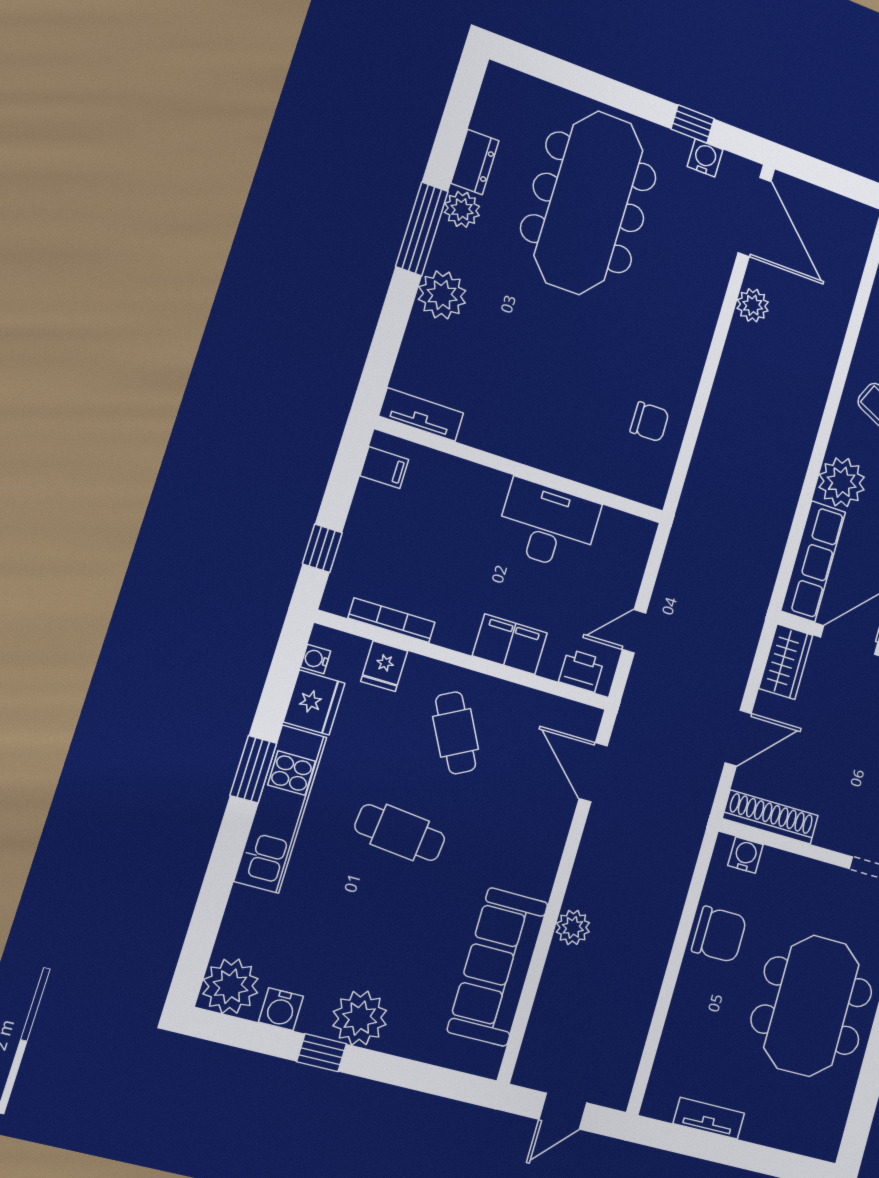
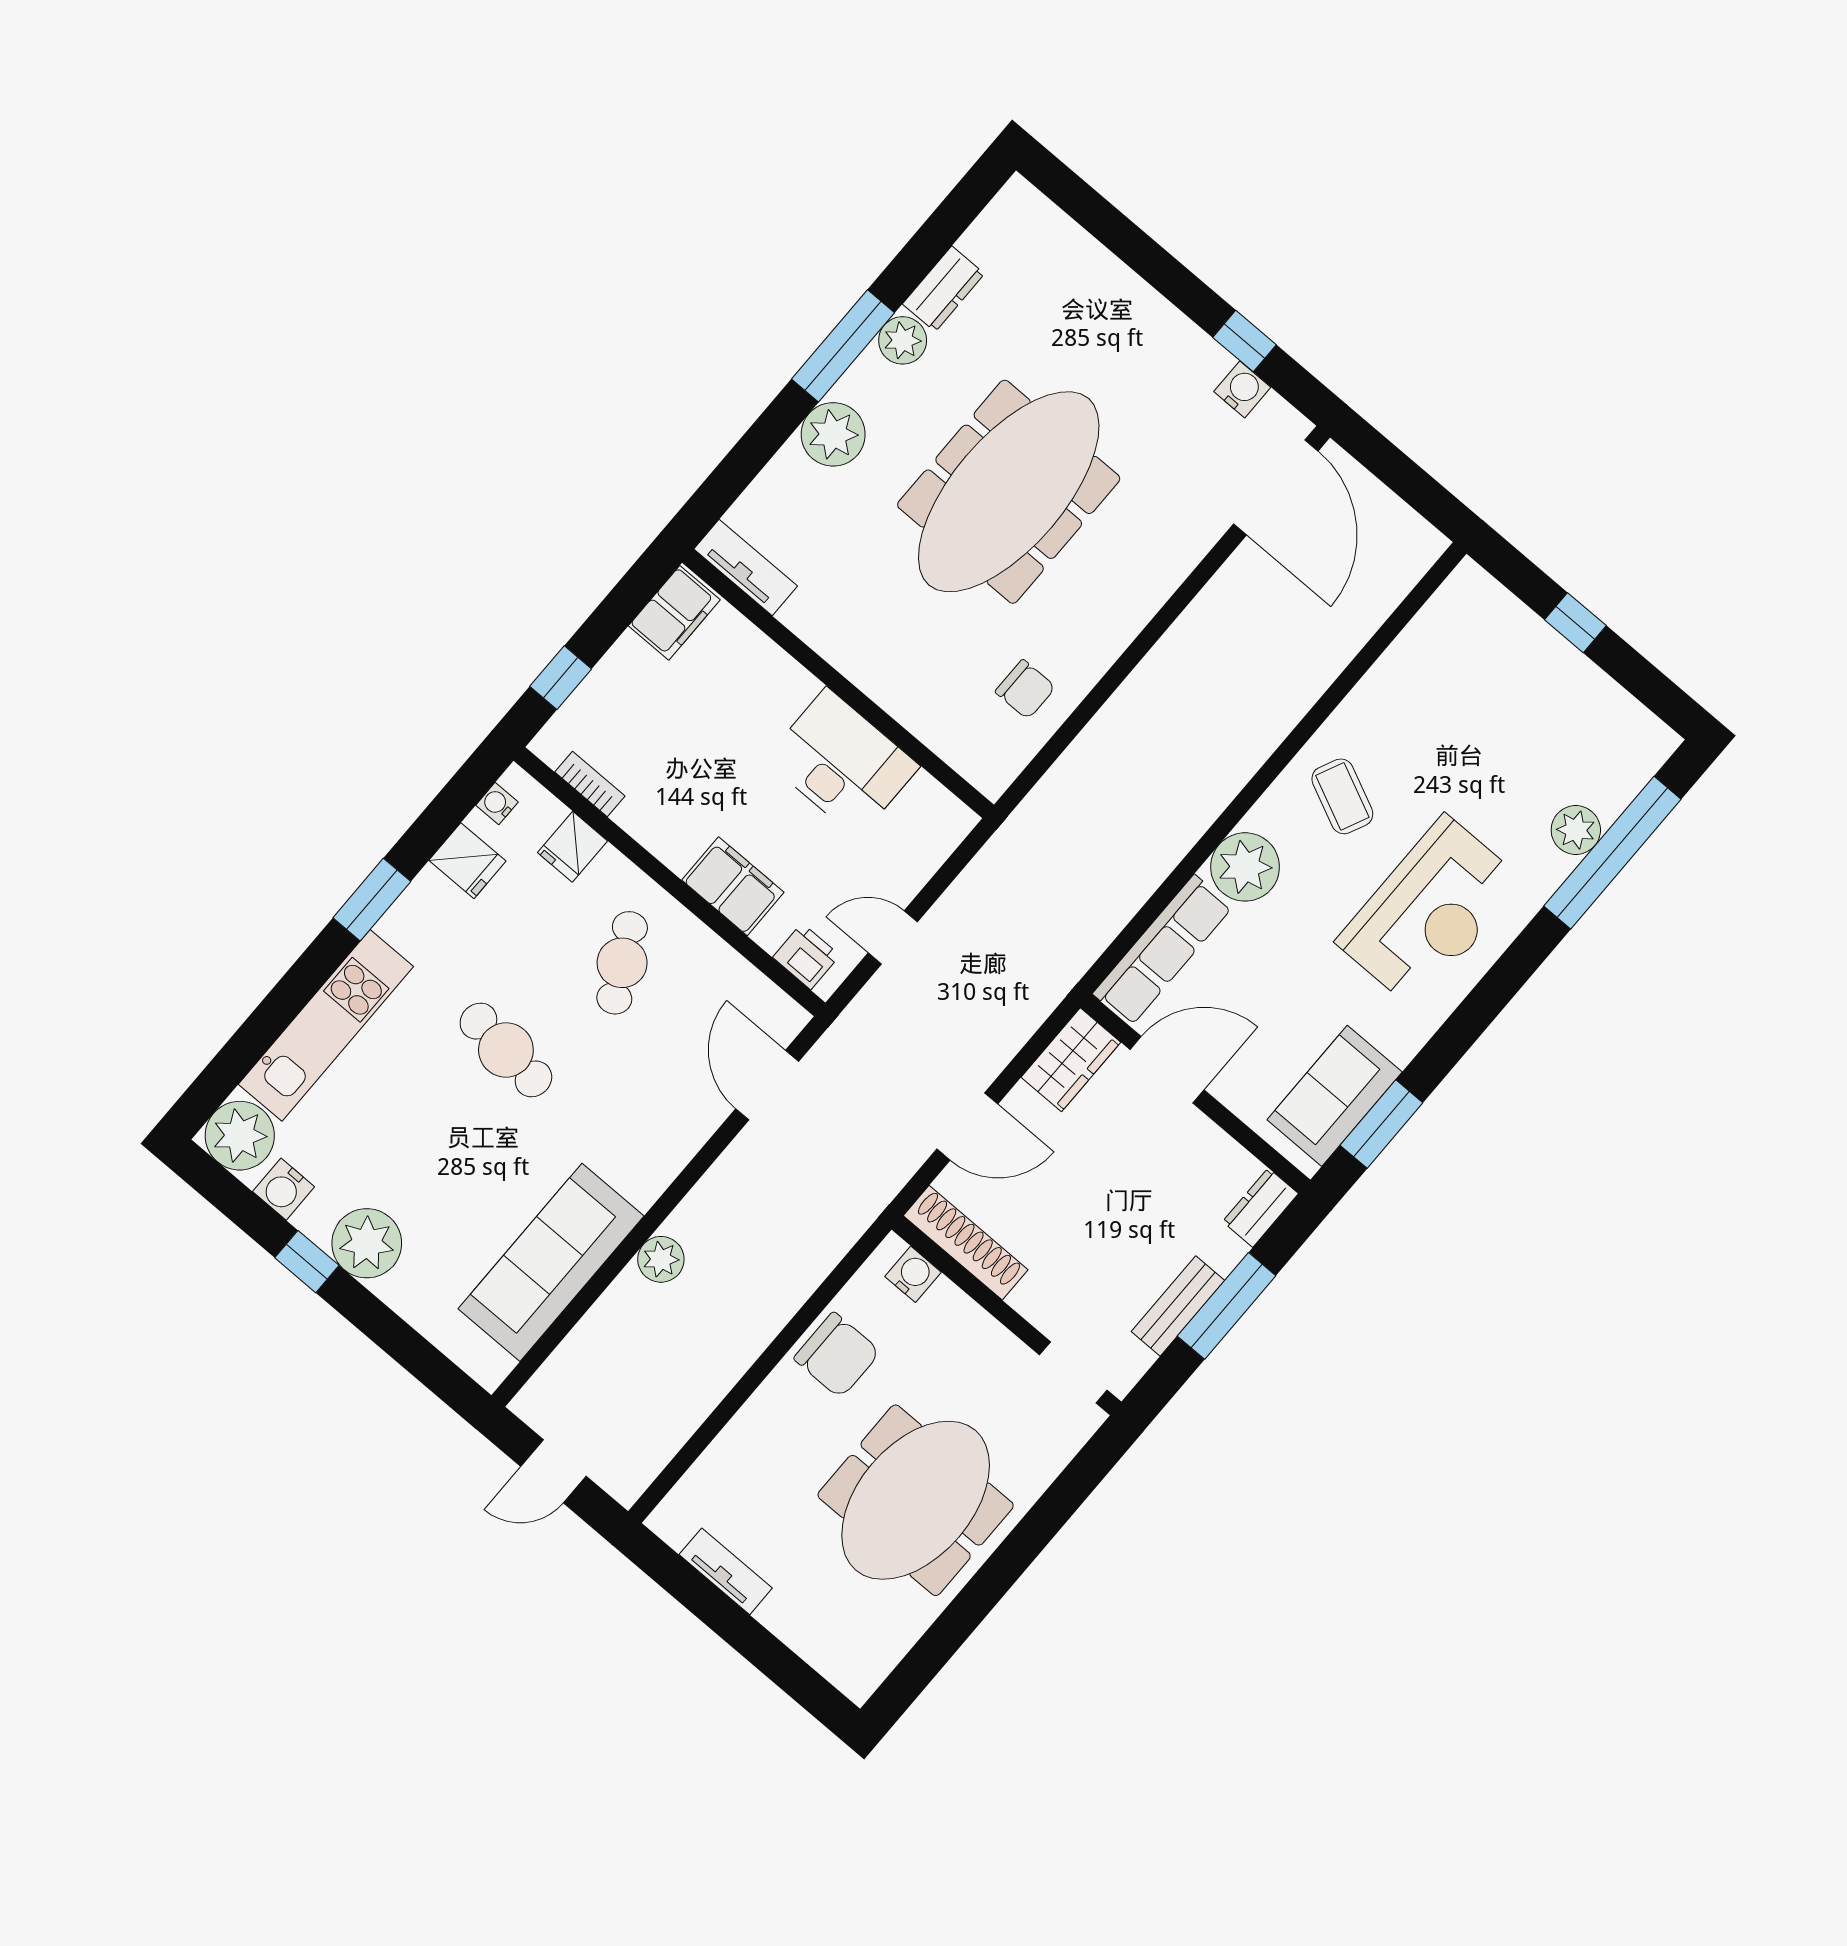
meeting table: (589, 203) -> (1009, 492), moved
plant: (753, 305) -> (1224, 597), removed
filing cabinet: (384, 468) -> (674, 613), width x2.00
bookcase: (392, 620) -> (590, 784), width x0.64
fridge: (314, 702) -> (467, 861), width x0.72
kitchen unit: (280, 809) -> (326, 1025), moved

